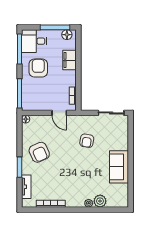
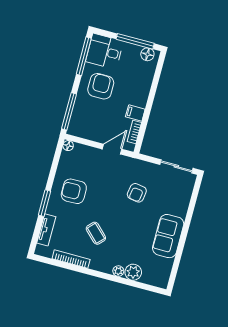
filing cabinet: (70, 60) -> (135, 113), moved, width x0.50
door: (59, 113) -> (112, 149), swing flipped
armchair: (39, 152) -> (74, 191), turned 113
coffee table: (64, 179) -> (96, 233), added

